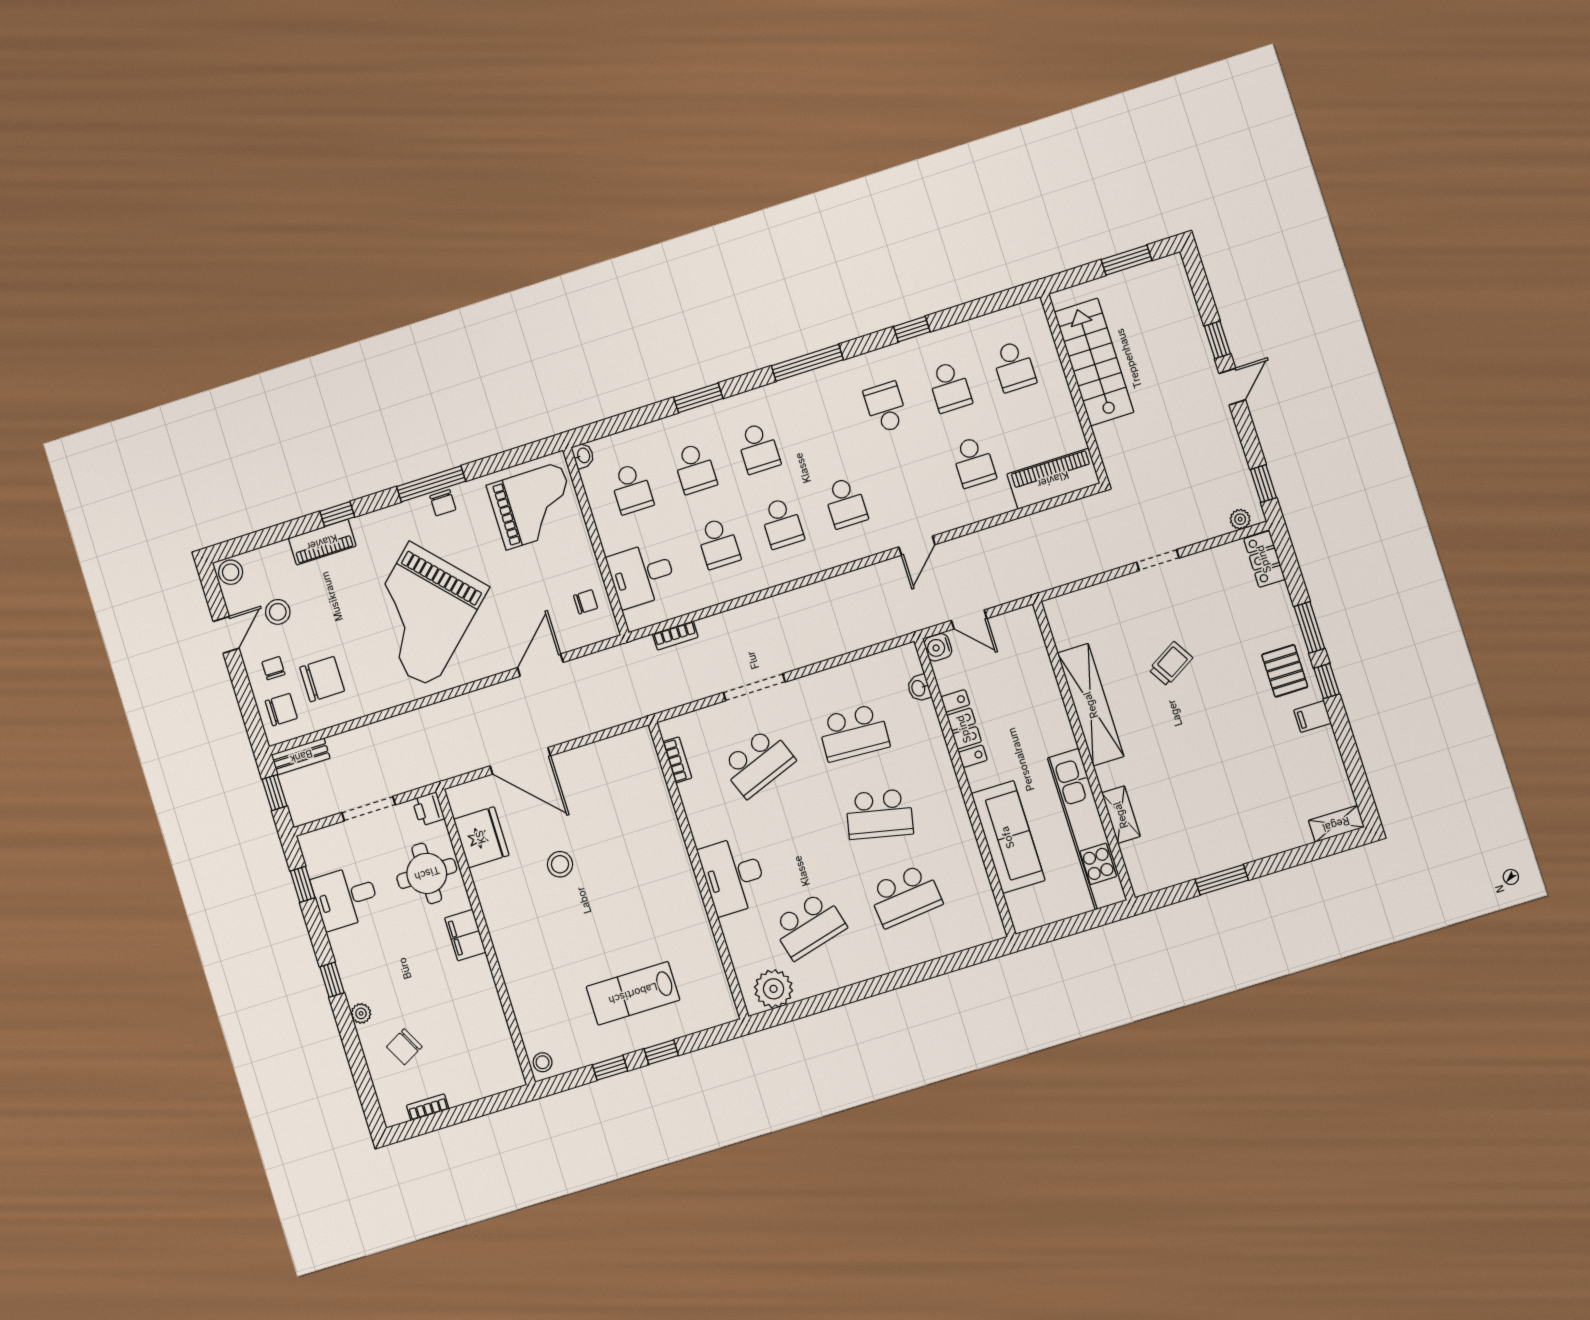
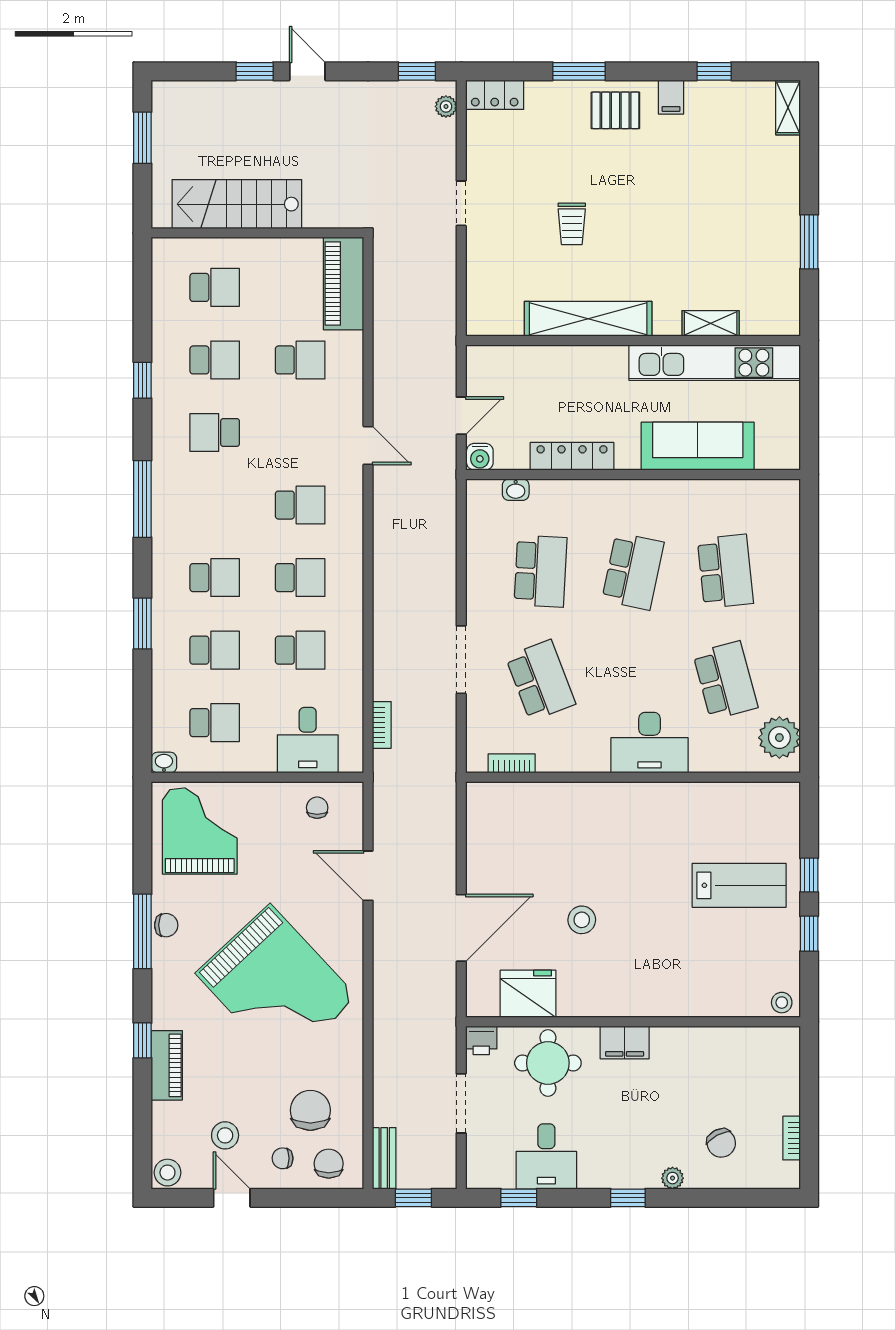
trolley: (1171, 664) -> (572, 224), turned -149
window: (1327, 681) -> (714, 71), moved
lab bench: (633, 993) -> (739, 885), turned -90

